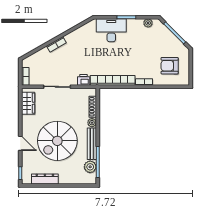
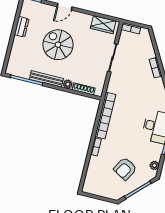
armchair: (170, 66) -> (125, 169), moved, turned -150
printer: (84, 80) -> (113, 86), removed
spiral stairs: (57, 141) -> (58, 45), width x0.73, depth x0.73
plant: (90, 167) -> (24, 71), removed
dresser: (45, 179) -> (22, 27), width x0.70

